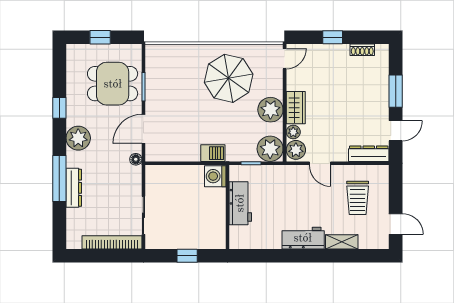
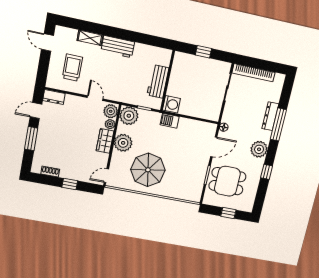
dresser: (369, 154) -> (54, 97), width x0.70

